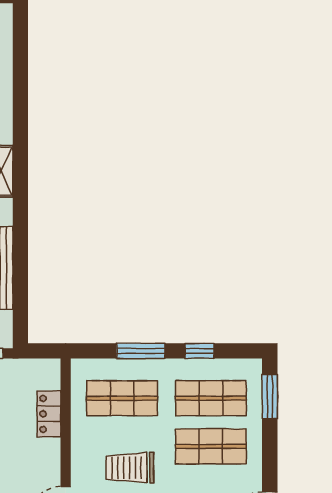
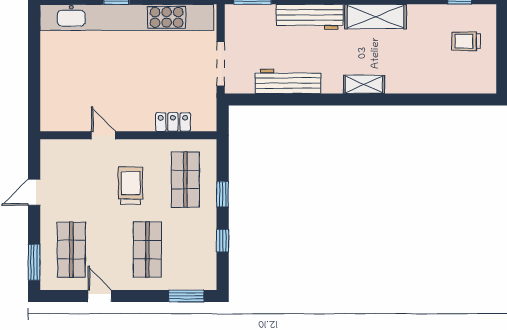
window: (141, 351) -> (223, 194), width x0.67
shop shelf: (211, 398) -> (185, 250), removed

